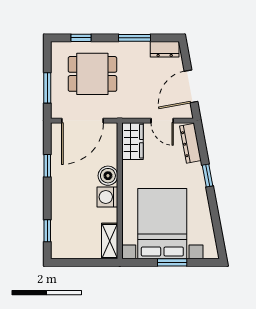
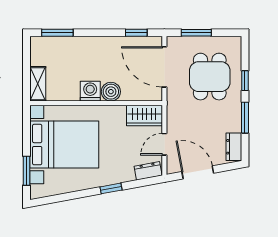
window: (81, 38) -> (245, 81), moved
dresser: (190, 143) -> (148, 171), width x0.70
window: (47, 166) -> (136, 33), moved
window: (47, 231) -> (57, 33), width x1.50
shelving: (110, 241) -> (38, 84), moved, turned 90
window: (172, 262) -> (27, 171), moved

